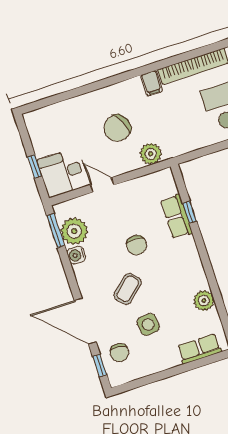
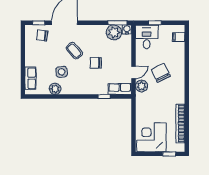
filing cabinet: (152, 83) -> (179, 37), moved
door: (102, 185) -> (134, 72), moved
row of seats: (177, 217) -> (120, 89), moved
water cooler: (76, 255) -> (127, 29), moved
side table: (148, 324) -> (62, 72), moved

